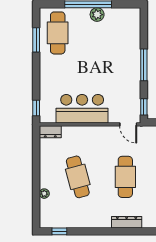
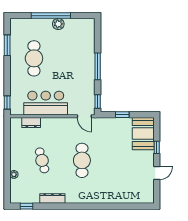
cafe table: (58, 33) -> (34, 58), moved
dresser: (50, 132) -> (31, 122), moved
cafe table: (78, 177) -> (42, 160), width x0.73, depth x0.74
dresser: (127, 222) -> (52, 199), moved

